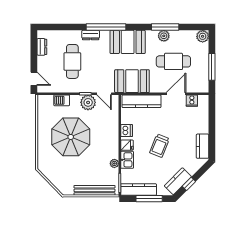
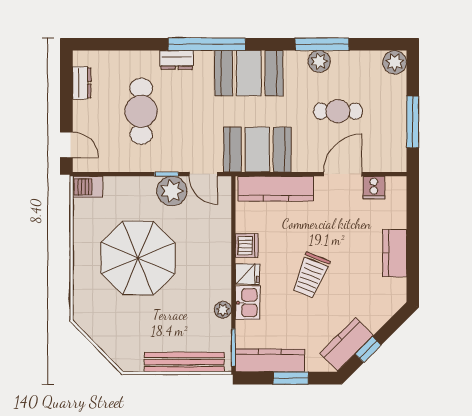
cafe table: (173, 61) -> (338, 111), width x0.73, depth x0.74
barbecue: (62, 100) -> (88, 187), moved
kitchen counter: (203, 146) -> (395, 253), moved
window: (149, 199) -> (291, 378), width x0.69

